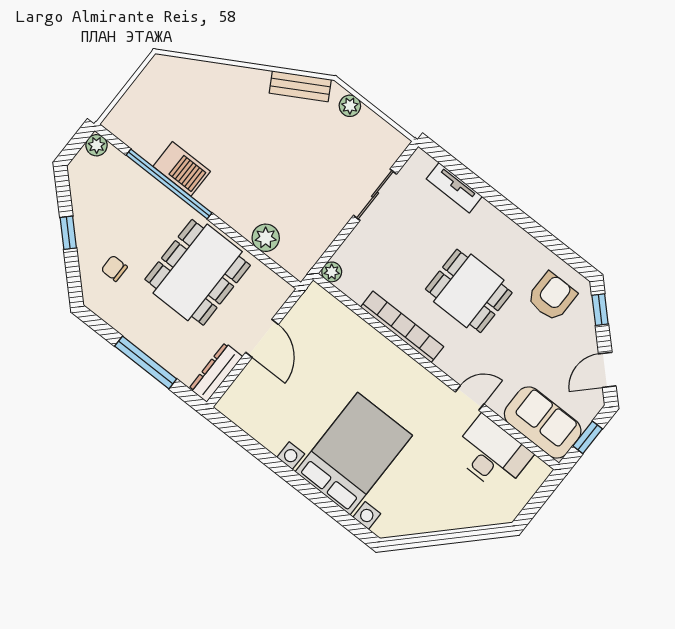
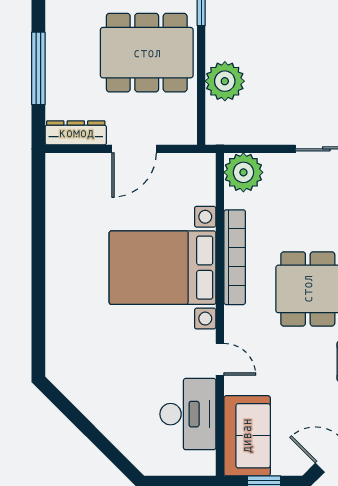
plant: (266, 238) -> (225, 81), width x1.36, depth x1.36
plant: (332, 272) -> (243, 172), width x1.88, depth x1.88
bed with nightstands: (354, 454) -> (163, 268), moved, turned 180

